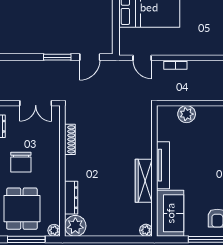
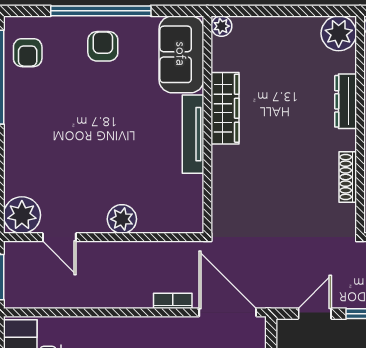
door: (142, 58) -> (228, 312), width x1.88
plant: (187, 114) -> (122, 219), moved
dresser: (71, 198) -> (346, 101), moved

